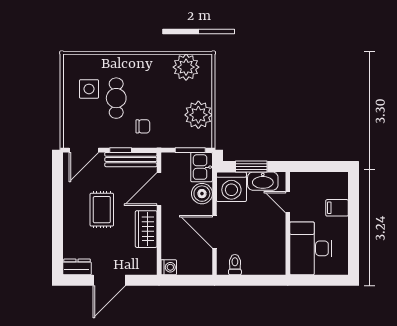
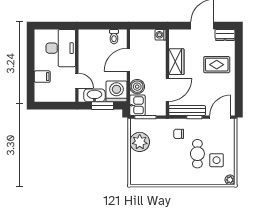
plant: (186, 67) -> (230, 180), moved, width x0.53, depth x0.53
rug: (102, 210) -> (217, 65), moved, turned 90
door: (214, 232) -> (128, 60), swing flipped

